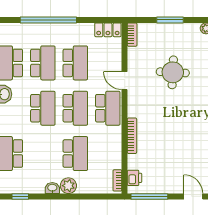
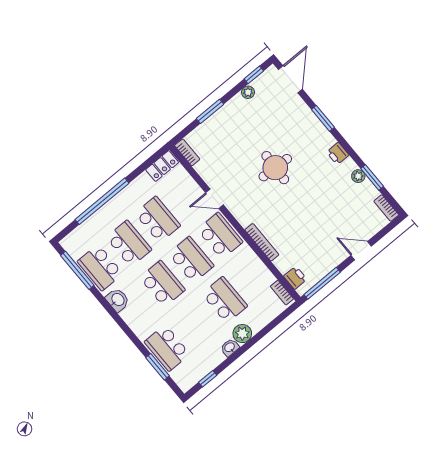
round table: (173, 72) -> (275, 168), moved

